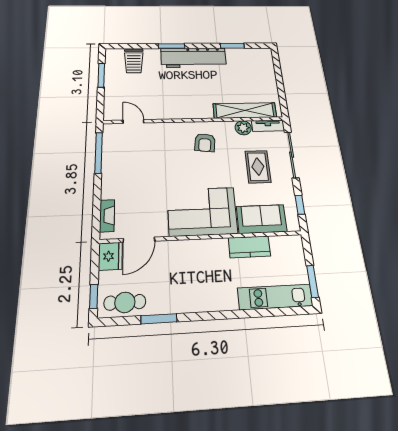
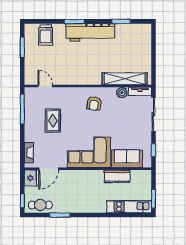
rug: (258, 167) -> (53, 121), moved

